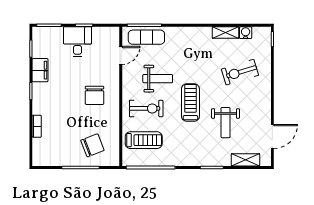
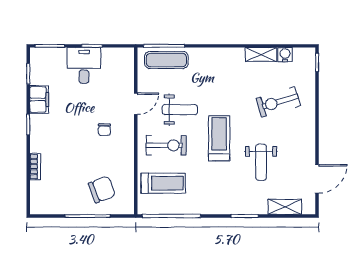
door: (121, 55) -> (136, 104), moved
chair: (95, 95) -> (104, 130), width x0.54, depth x0.54

